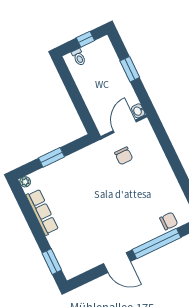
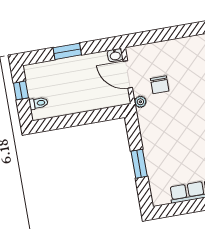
chair: (124, 156) -> (160, 85), turned 90
plant: (25, 182) -> (140, 102), moved

